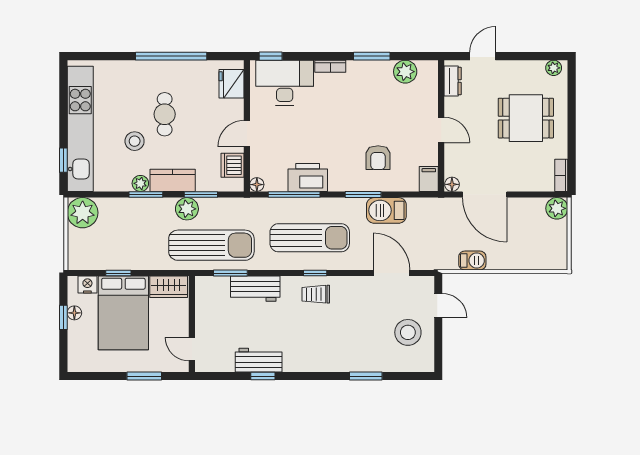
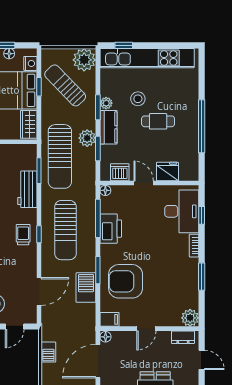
window: (271, 56) -> (202, 215), moved
plant: (405, 72) -> (190, 318), moved
fridge: (231, 84) -> (167, 171), moved
armchair: (378, 158) -> (126, 281), width x1.88, depth x1.88
sun lounger: (117, 238) -> (65, 85), added

